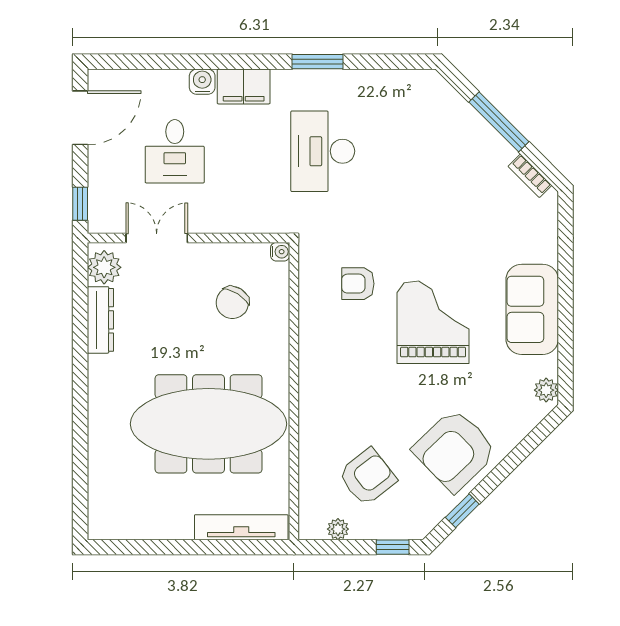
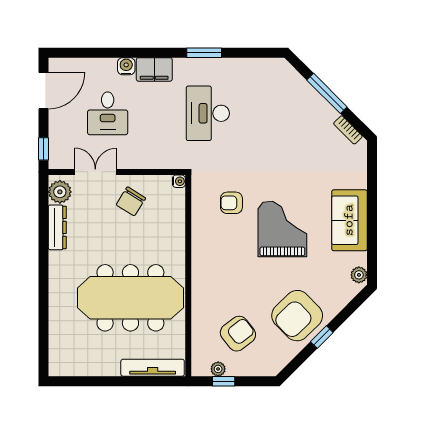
chair: (232, 303) -> (131, 201), moved
window: (462, 511) -> (322, 337), moved
window: (393, 547) -> (224, 381), moved

